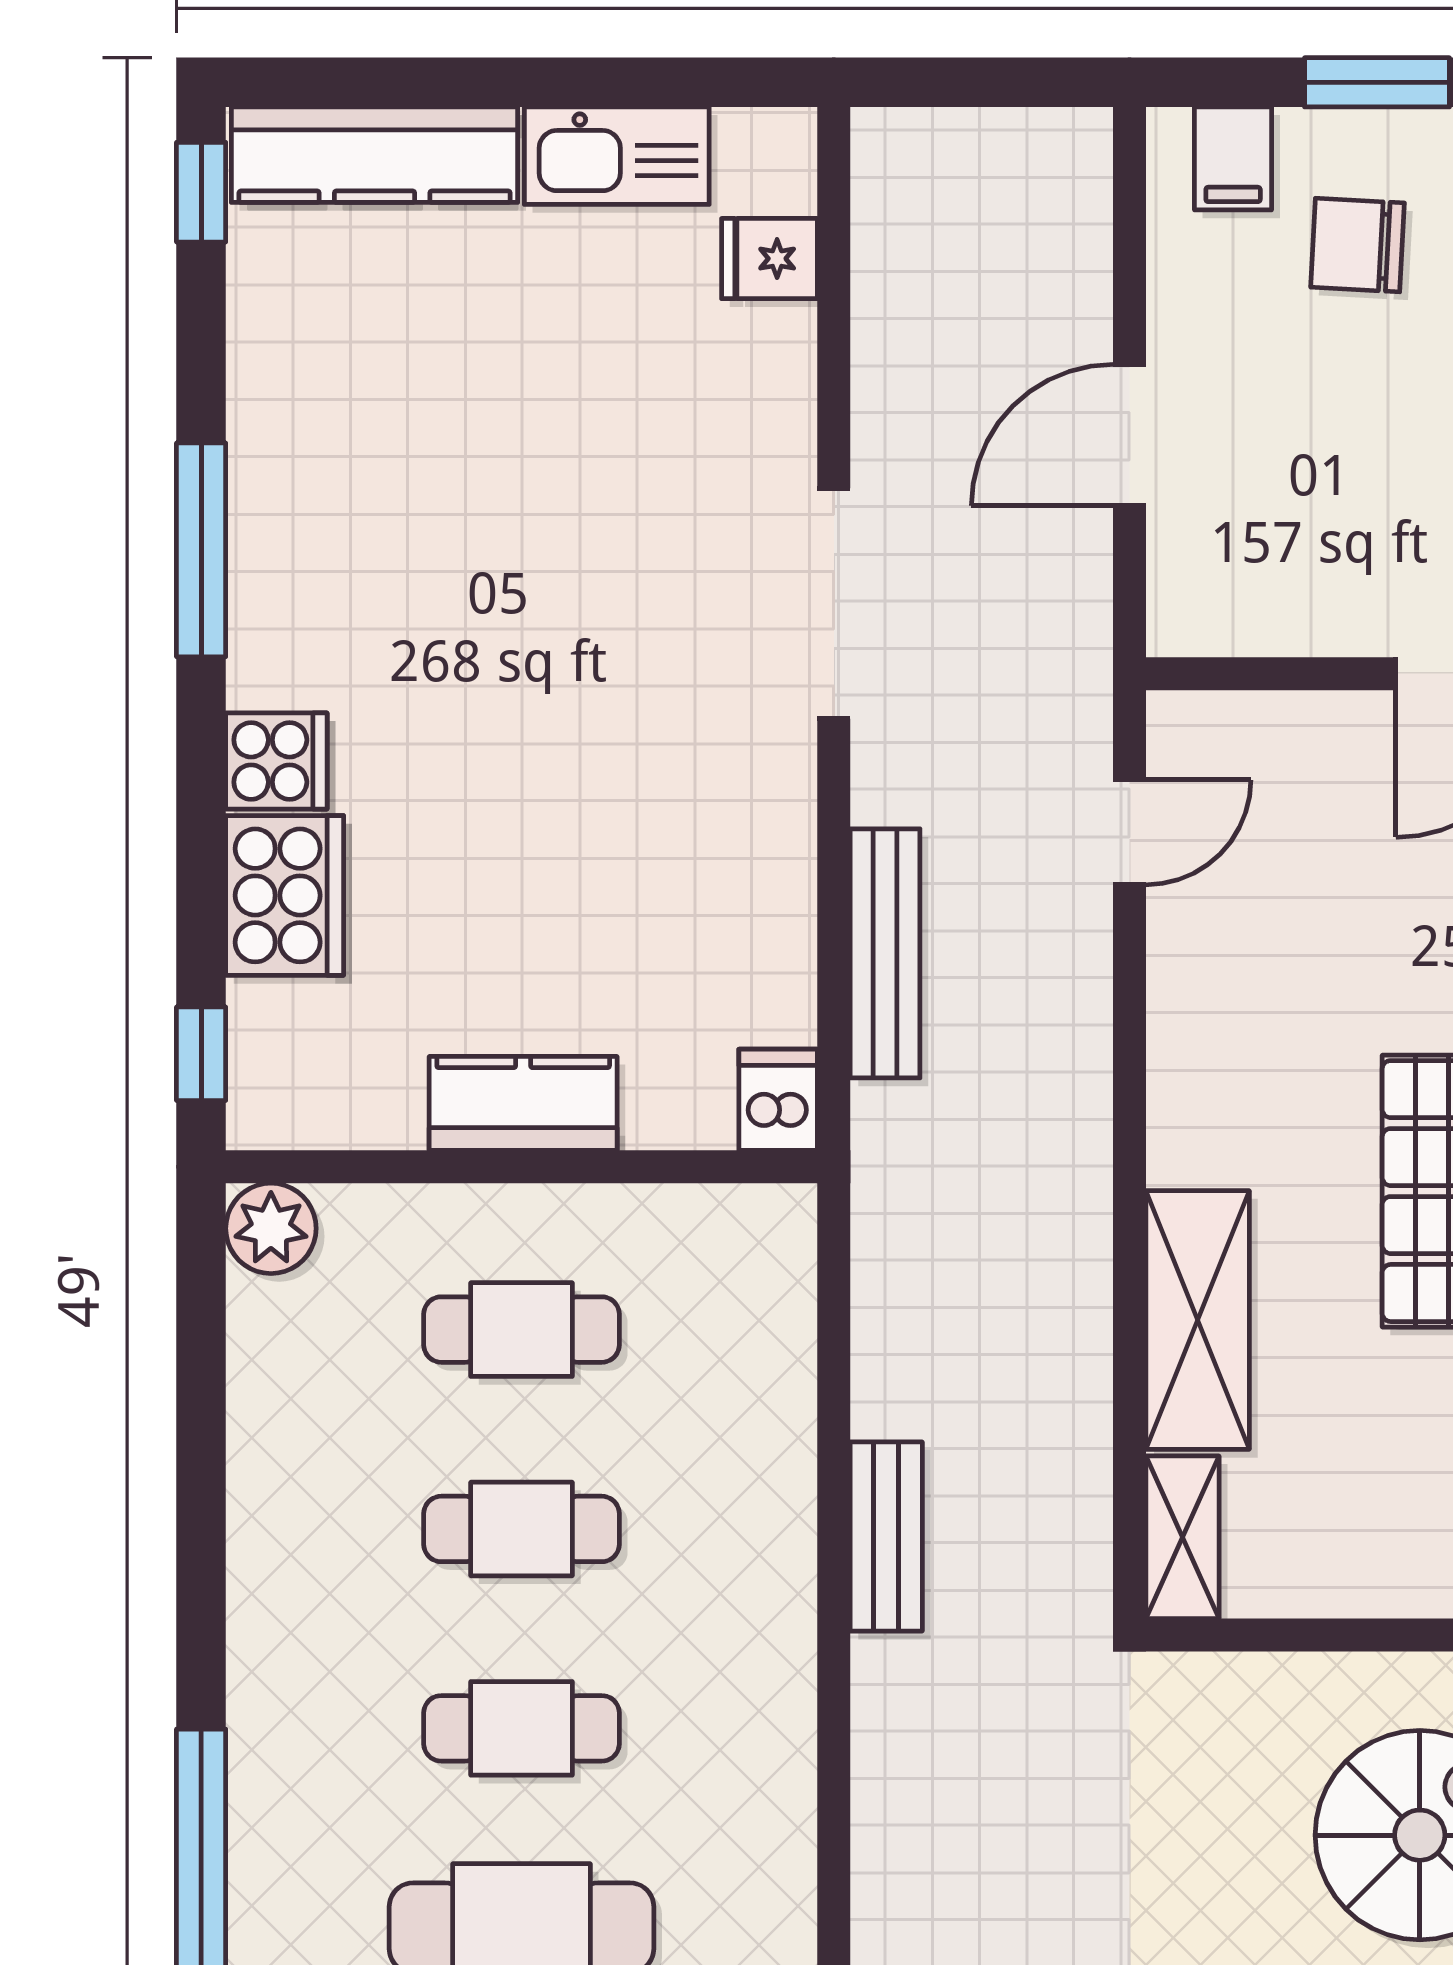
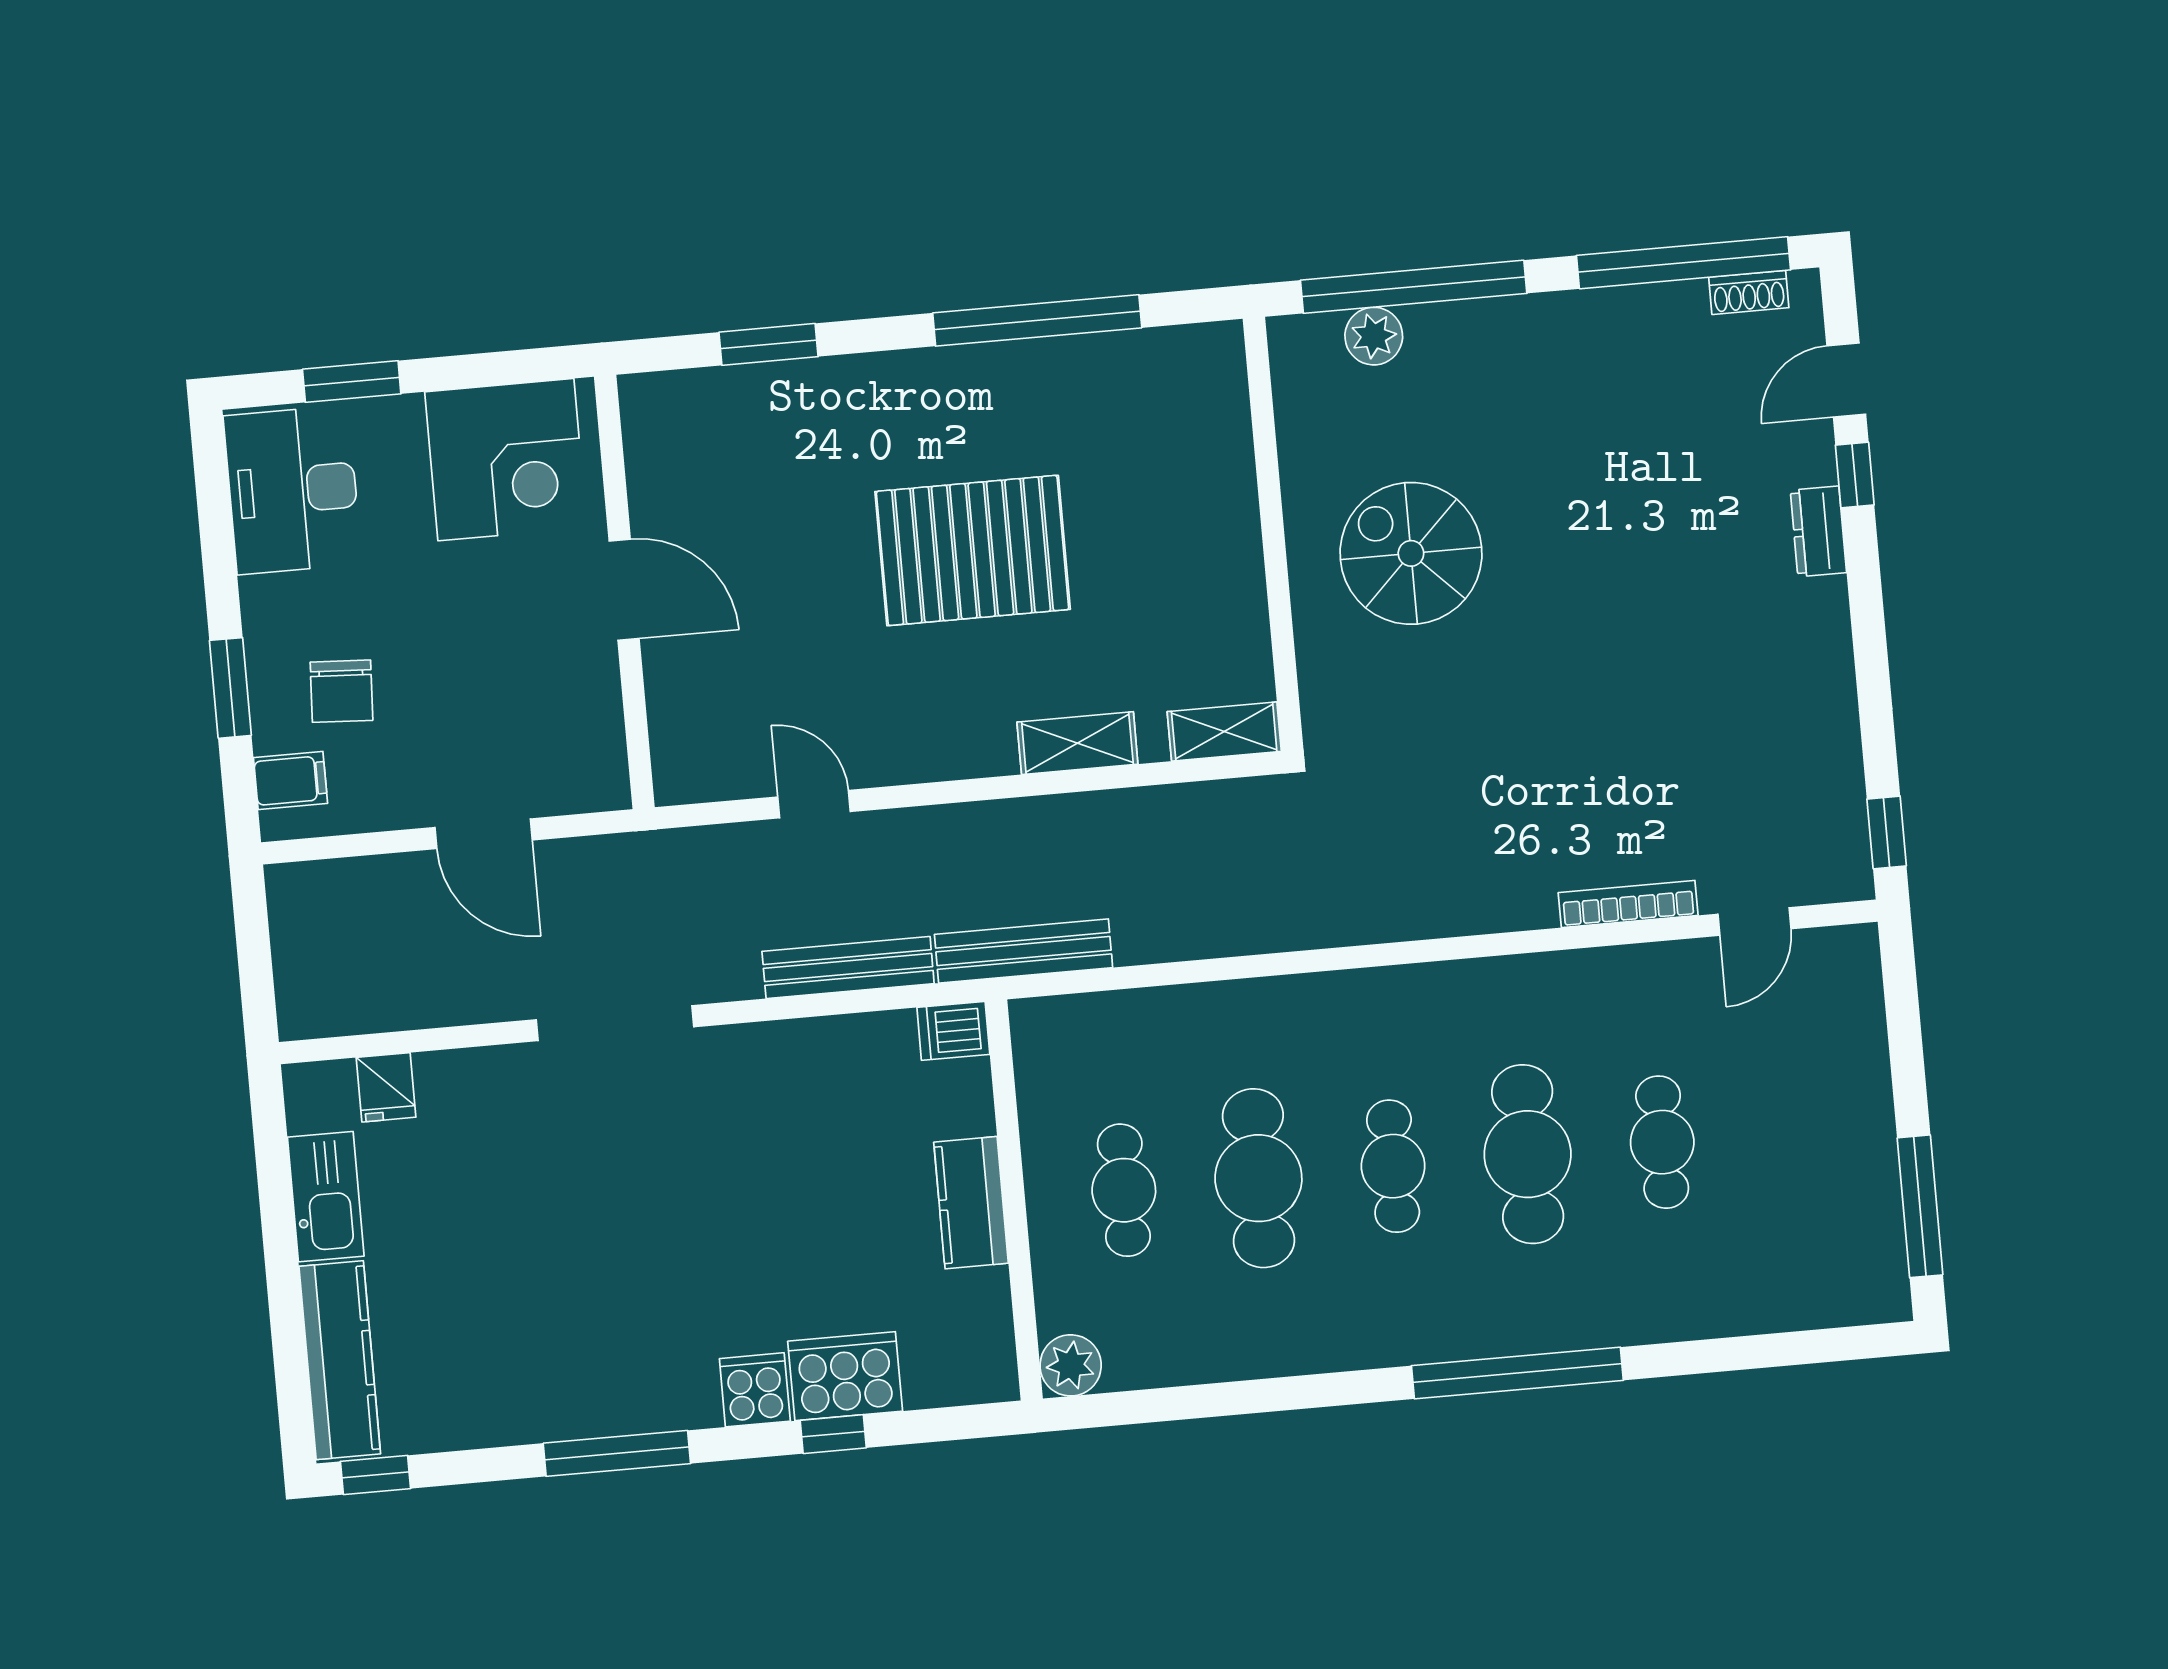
door: (1129, 832) -> (814, 804), moved
window: (201, 1054) -> (833, 1434), moved
shelving: (1198, 1320) -> (1077, 743), width x0.67, depth x0.75
cafe table: (521, 1529) -> (1258, 1178), width x1.37, depth x1.35
bench: (886, 1537) -> (1024, 951), moved, width x1.36

